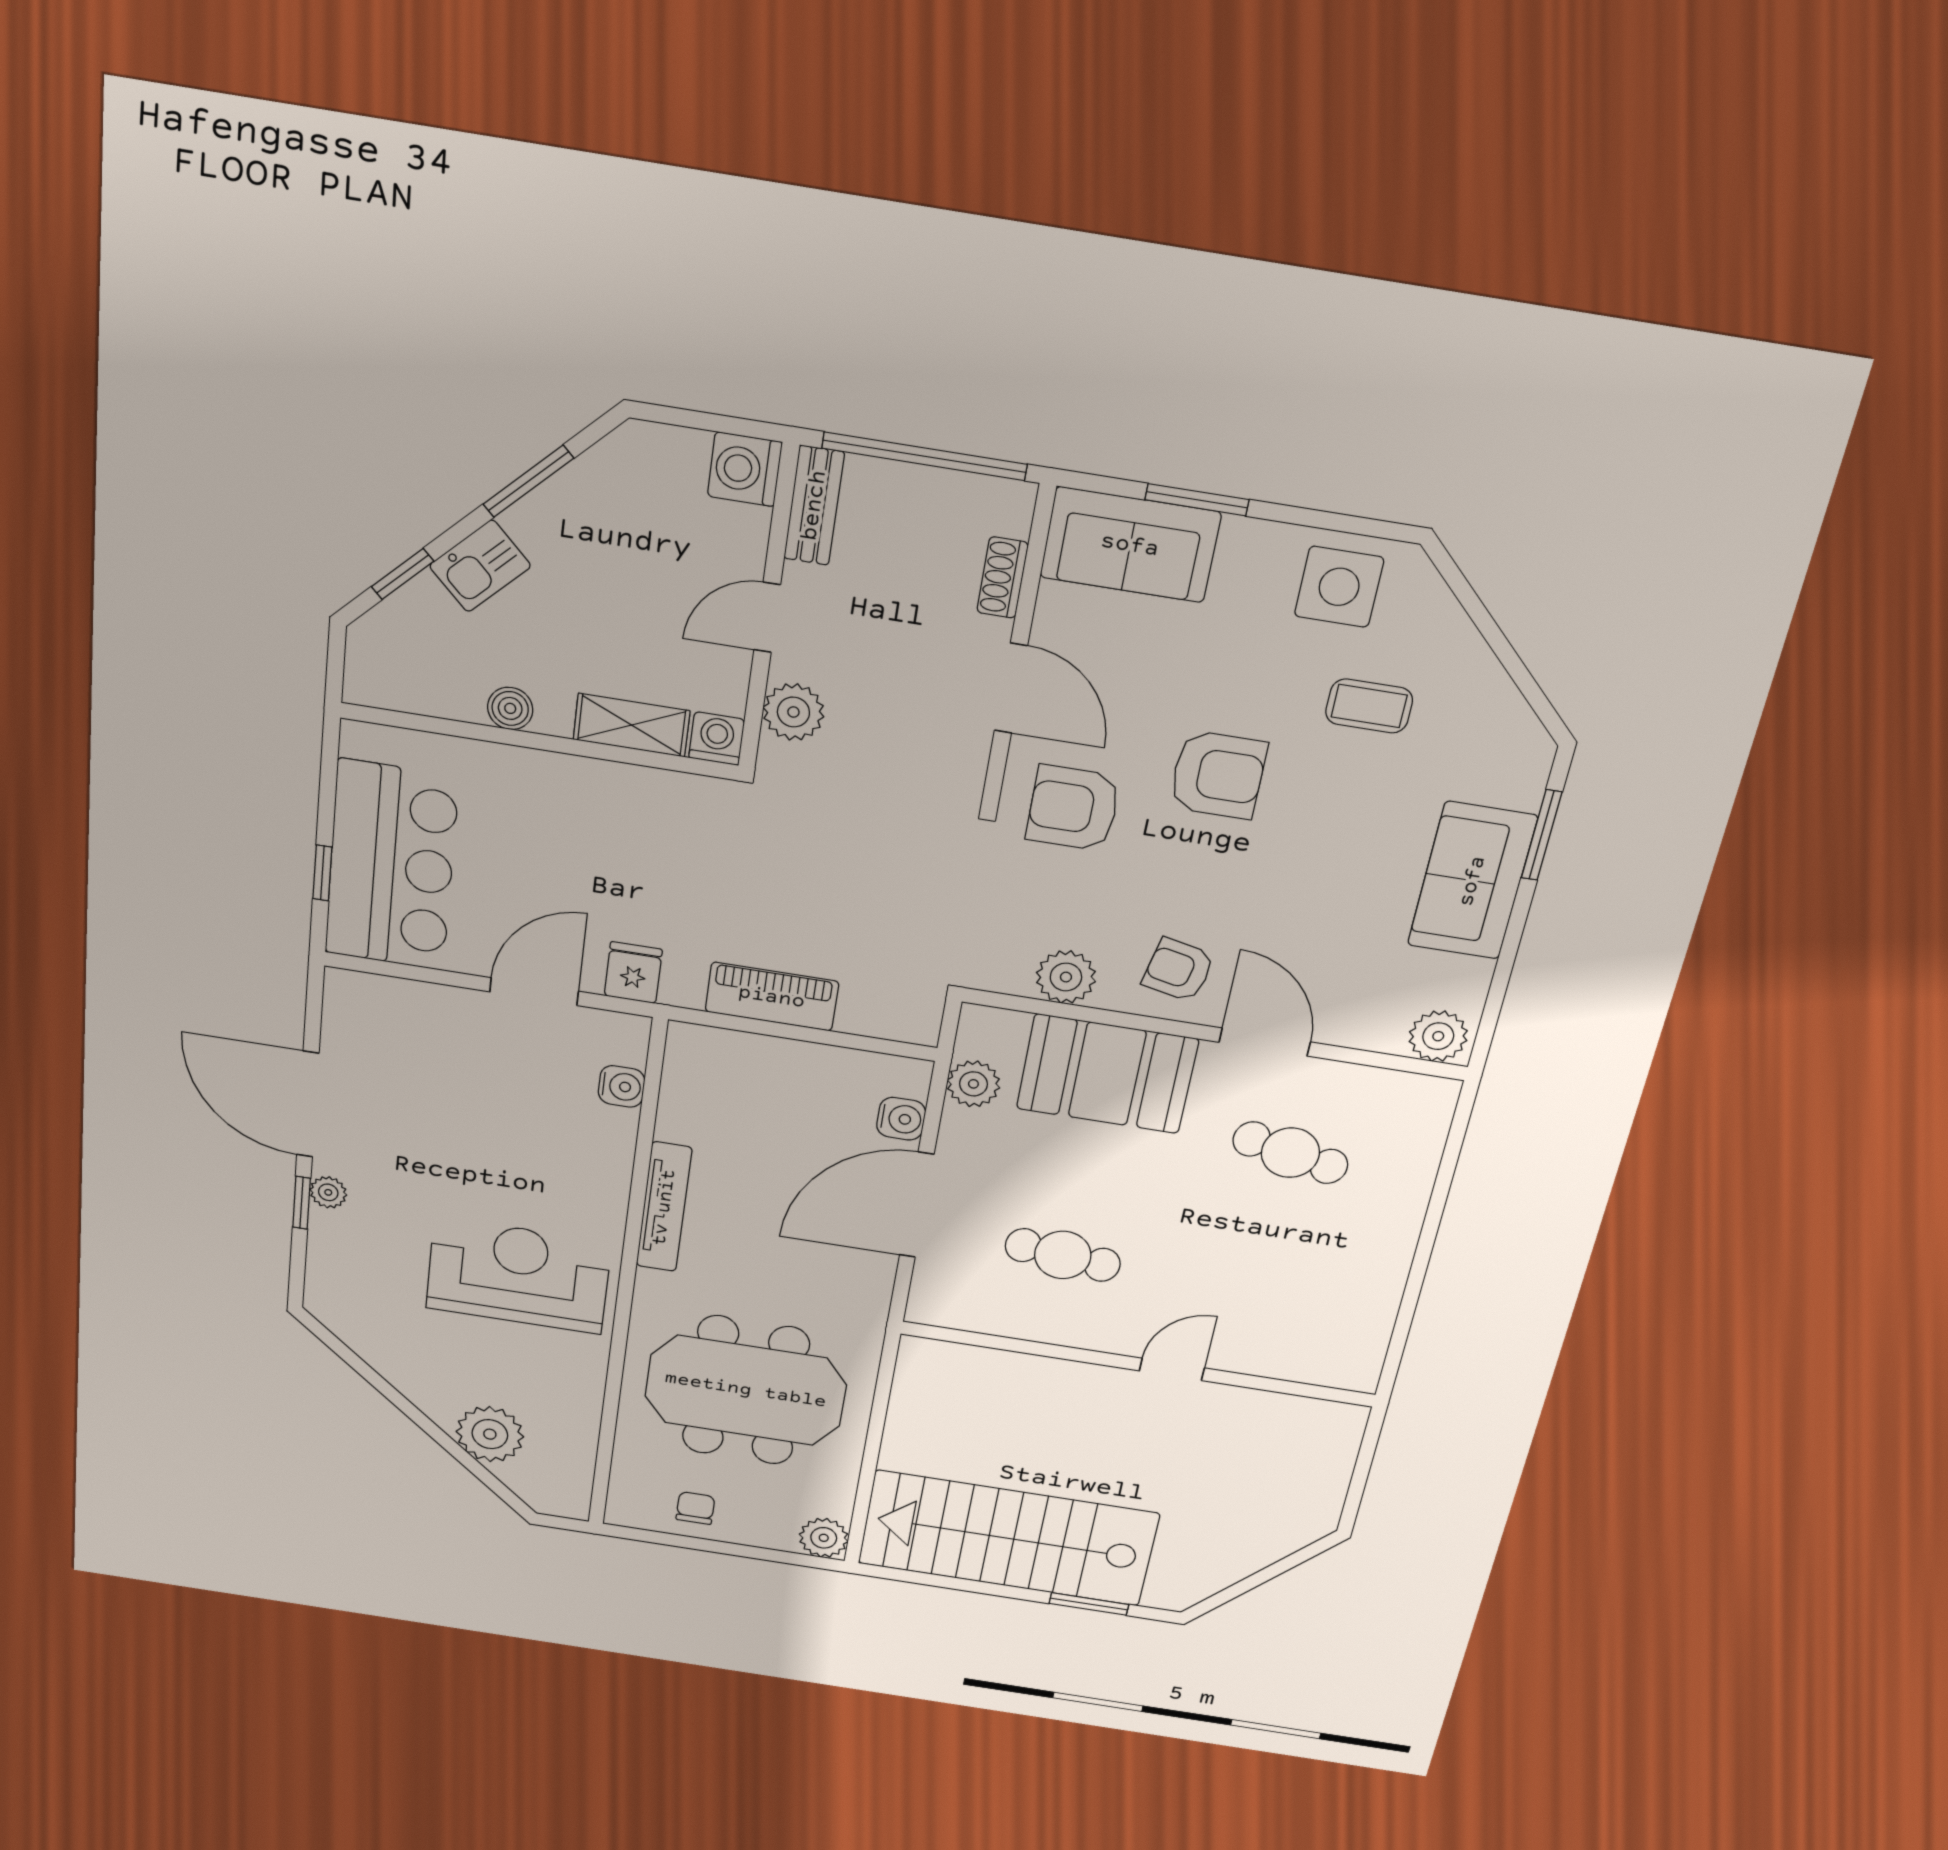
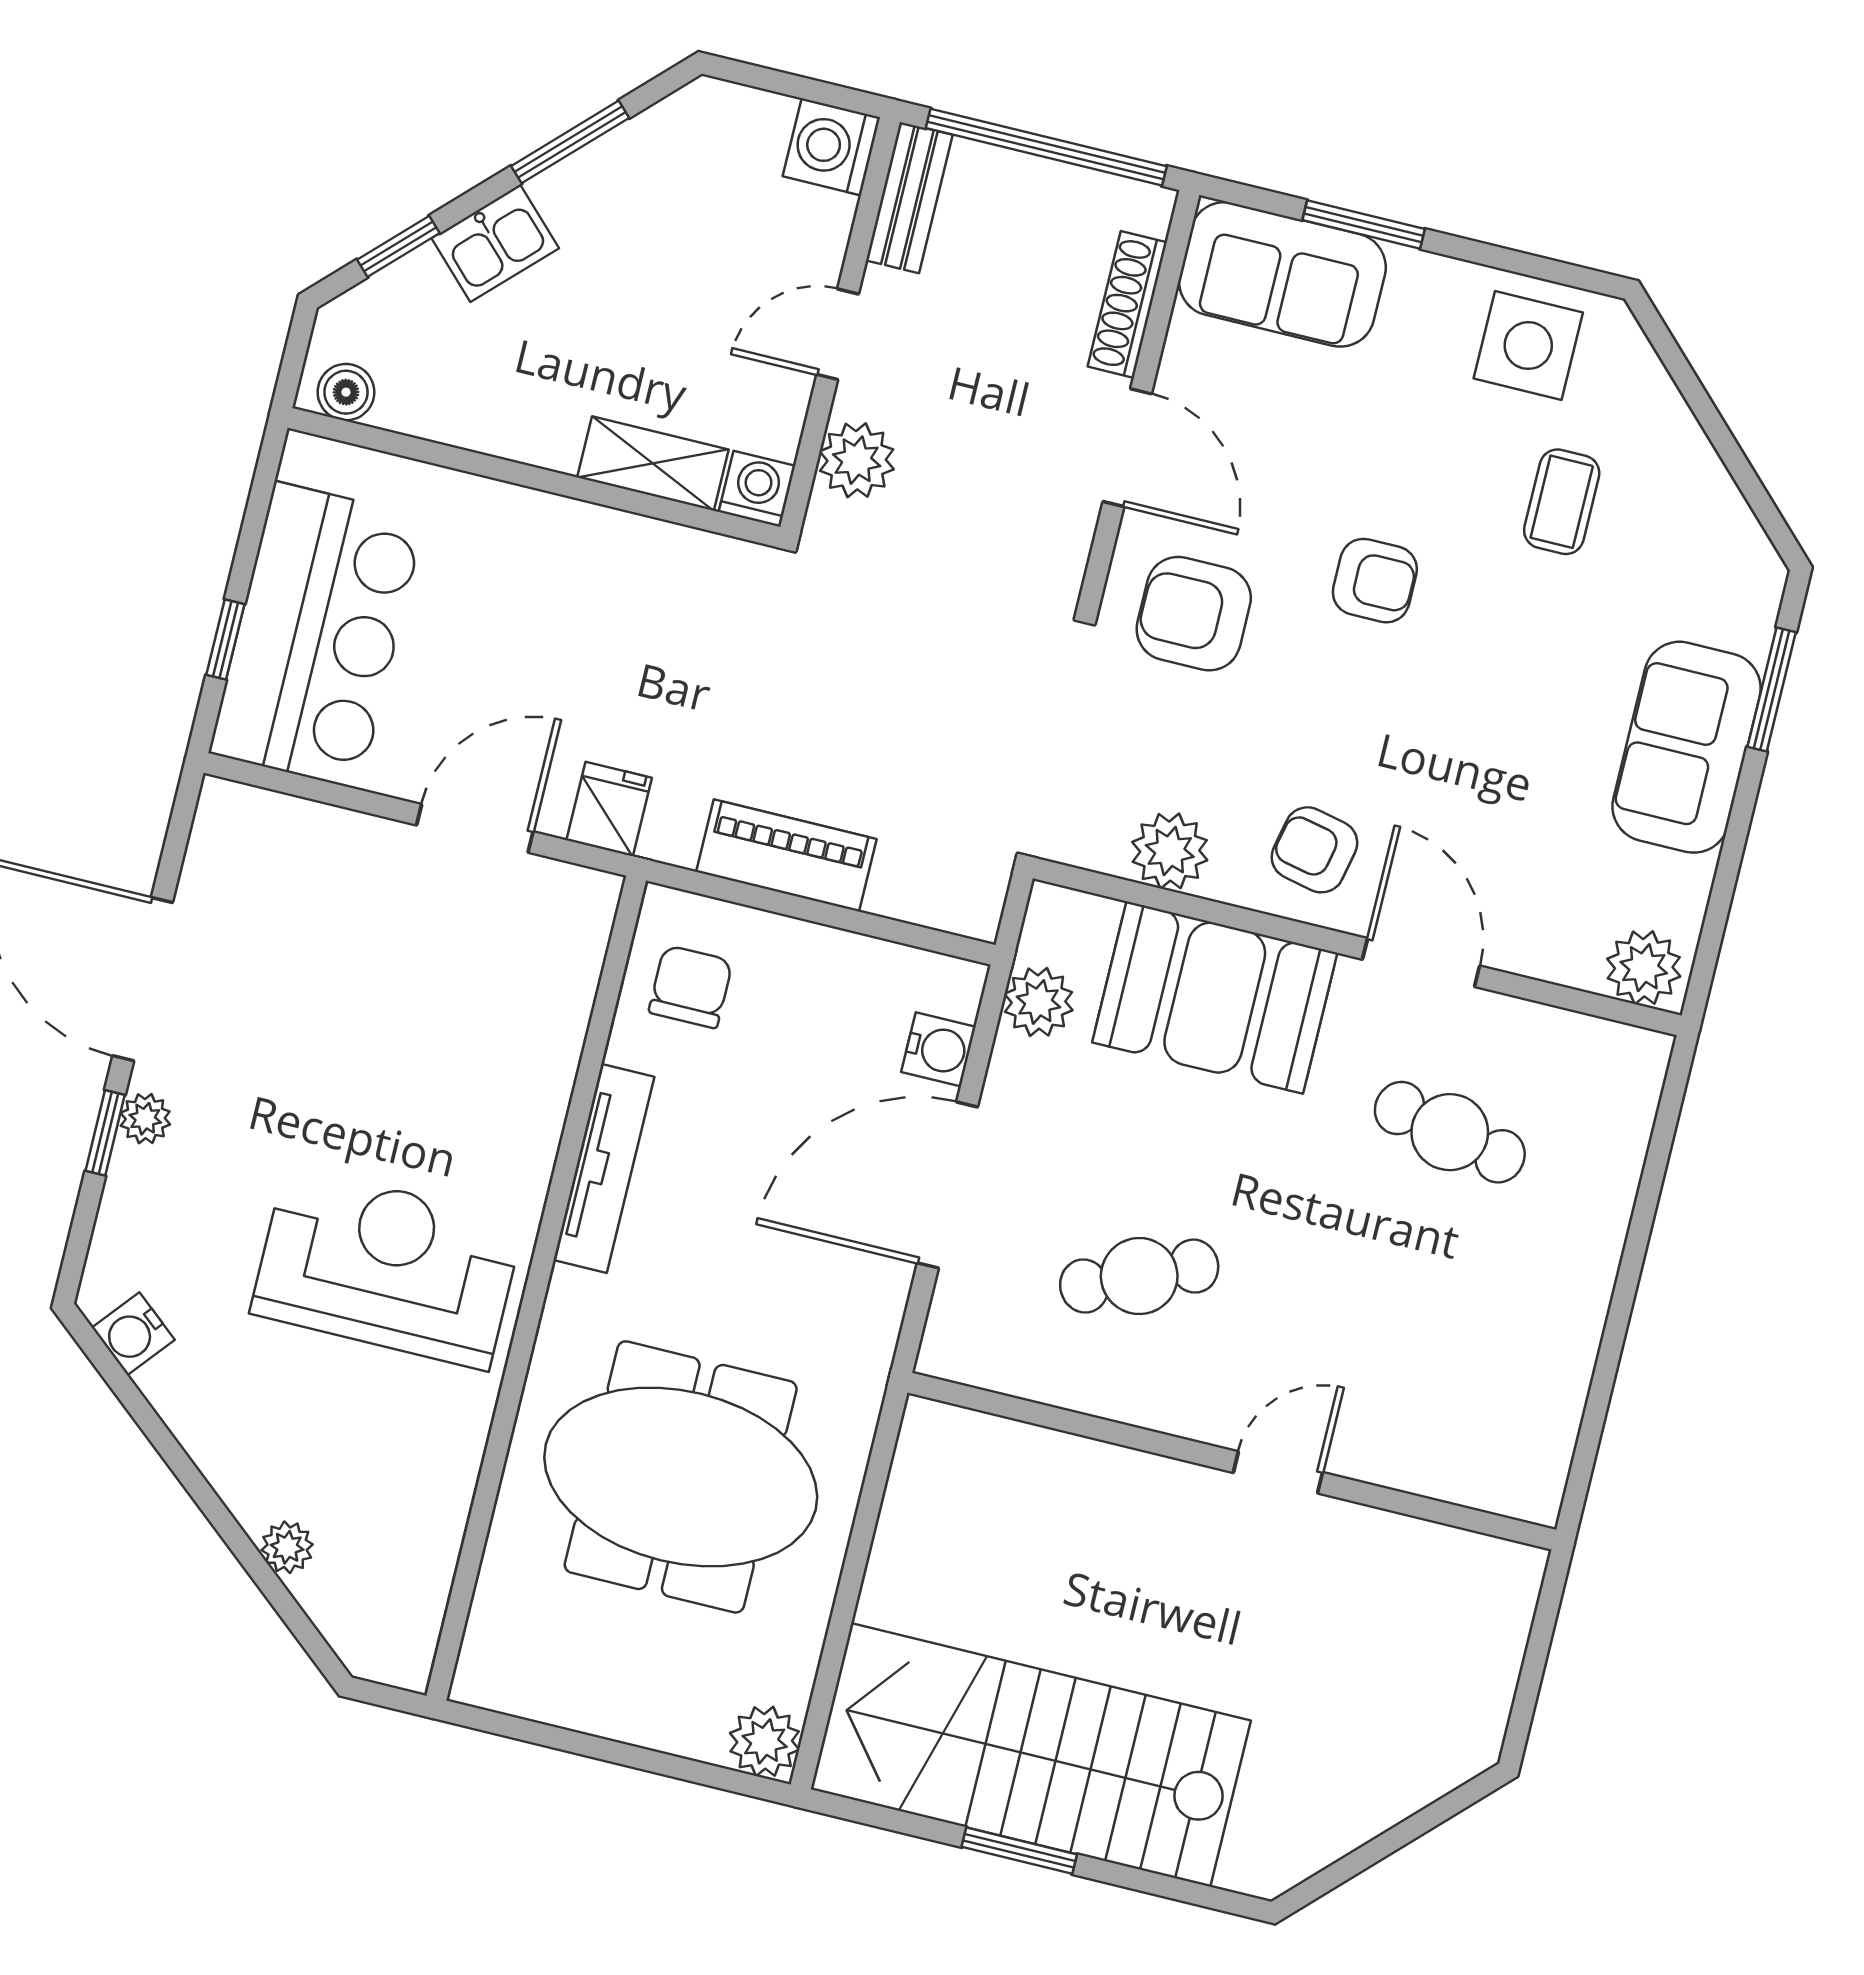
shoe rack: (1003, 578) -> (1127, 304), width x1.43
coffee table: (1369, 706) -> (1562, 502), turned 90
boiler: (510, 708) -> (346, 392), moved
armchair: (1218, 775) -> (1375, 581), width x0.72, depth x0.72
water cooler: (621, 1086) -> (133, 1334), moved, turned 130
cafe table: (1063, 1255) -> (1139, 1276), turned -30
plant: (490, 1434) -> (287, 1547), width x0.53, depth x0.53
chair: (695, 1508) -> (691, 987), moved, width x1.37, depth x1.37
window: (1089, 1604) -> (1019, 1851), moved

